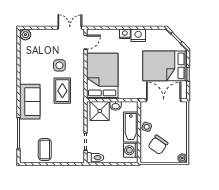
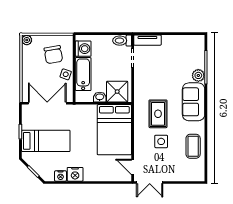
nightstand: (125, 34) -> (61, 176), moved
plant: (25, 35) -> (198, 75), moved
door: (86, 42) -> (133, 167), hinge flipped
bed: (165, 66) -> (46, 141), width x0.67
double door: (164, 100) -> (47, 103), swing flipped
chair: (158, 145) -> (53, 55), turned 135
coffee table: (45, 150) -> (193, 146), moved
tv unit: (72, 158) -> (147, 40), added

